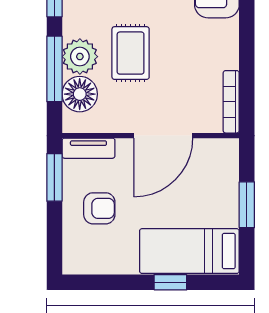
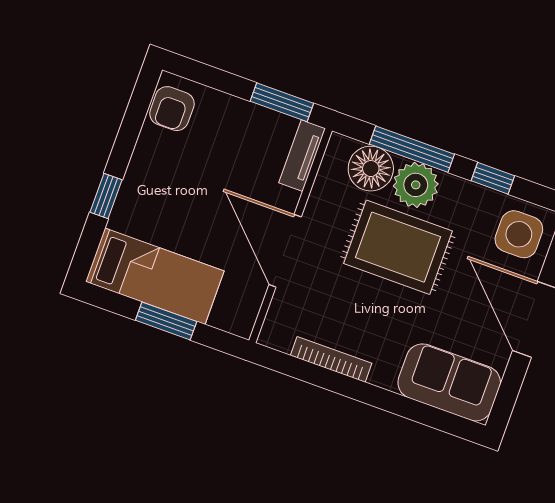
rug: (131, 53) -> (398, 247), width x1.36, depth x1.43
bookcase: (231, 102) -> (331, 359), moved
armchair: (99, 208) -> (172, 109), moved
bed: (189, 251) -> (155, 276), moved, turned 90

